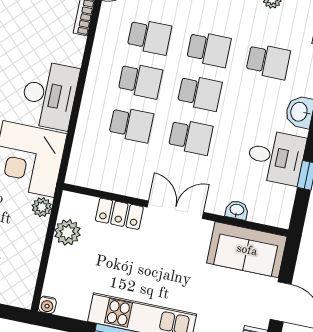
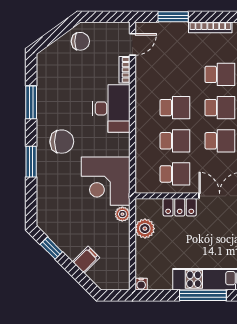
school desk: (149, 37) -> (175, 174), moved
desk: (49, 95) -> (111, 108), moved

